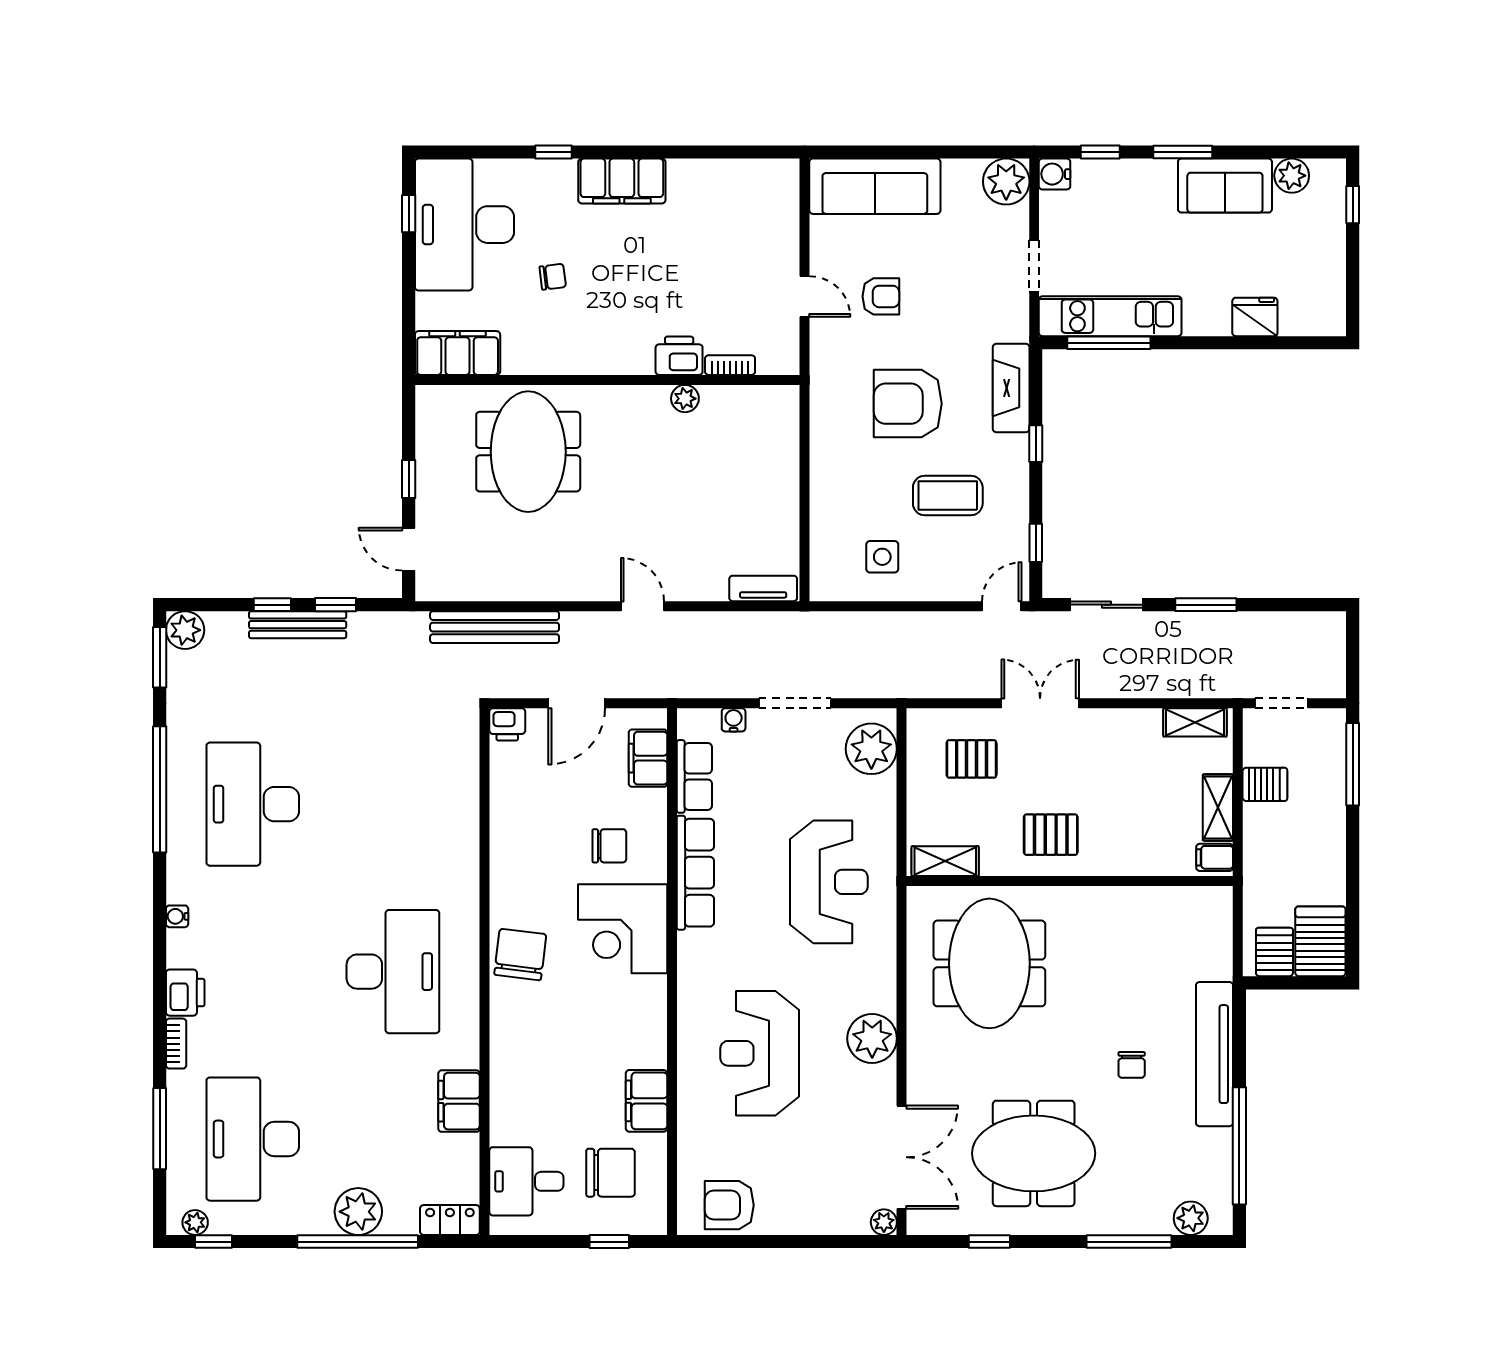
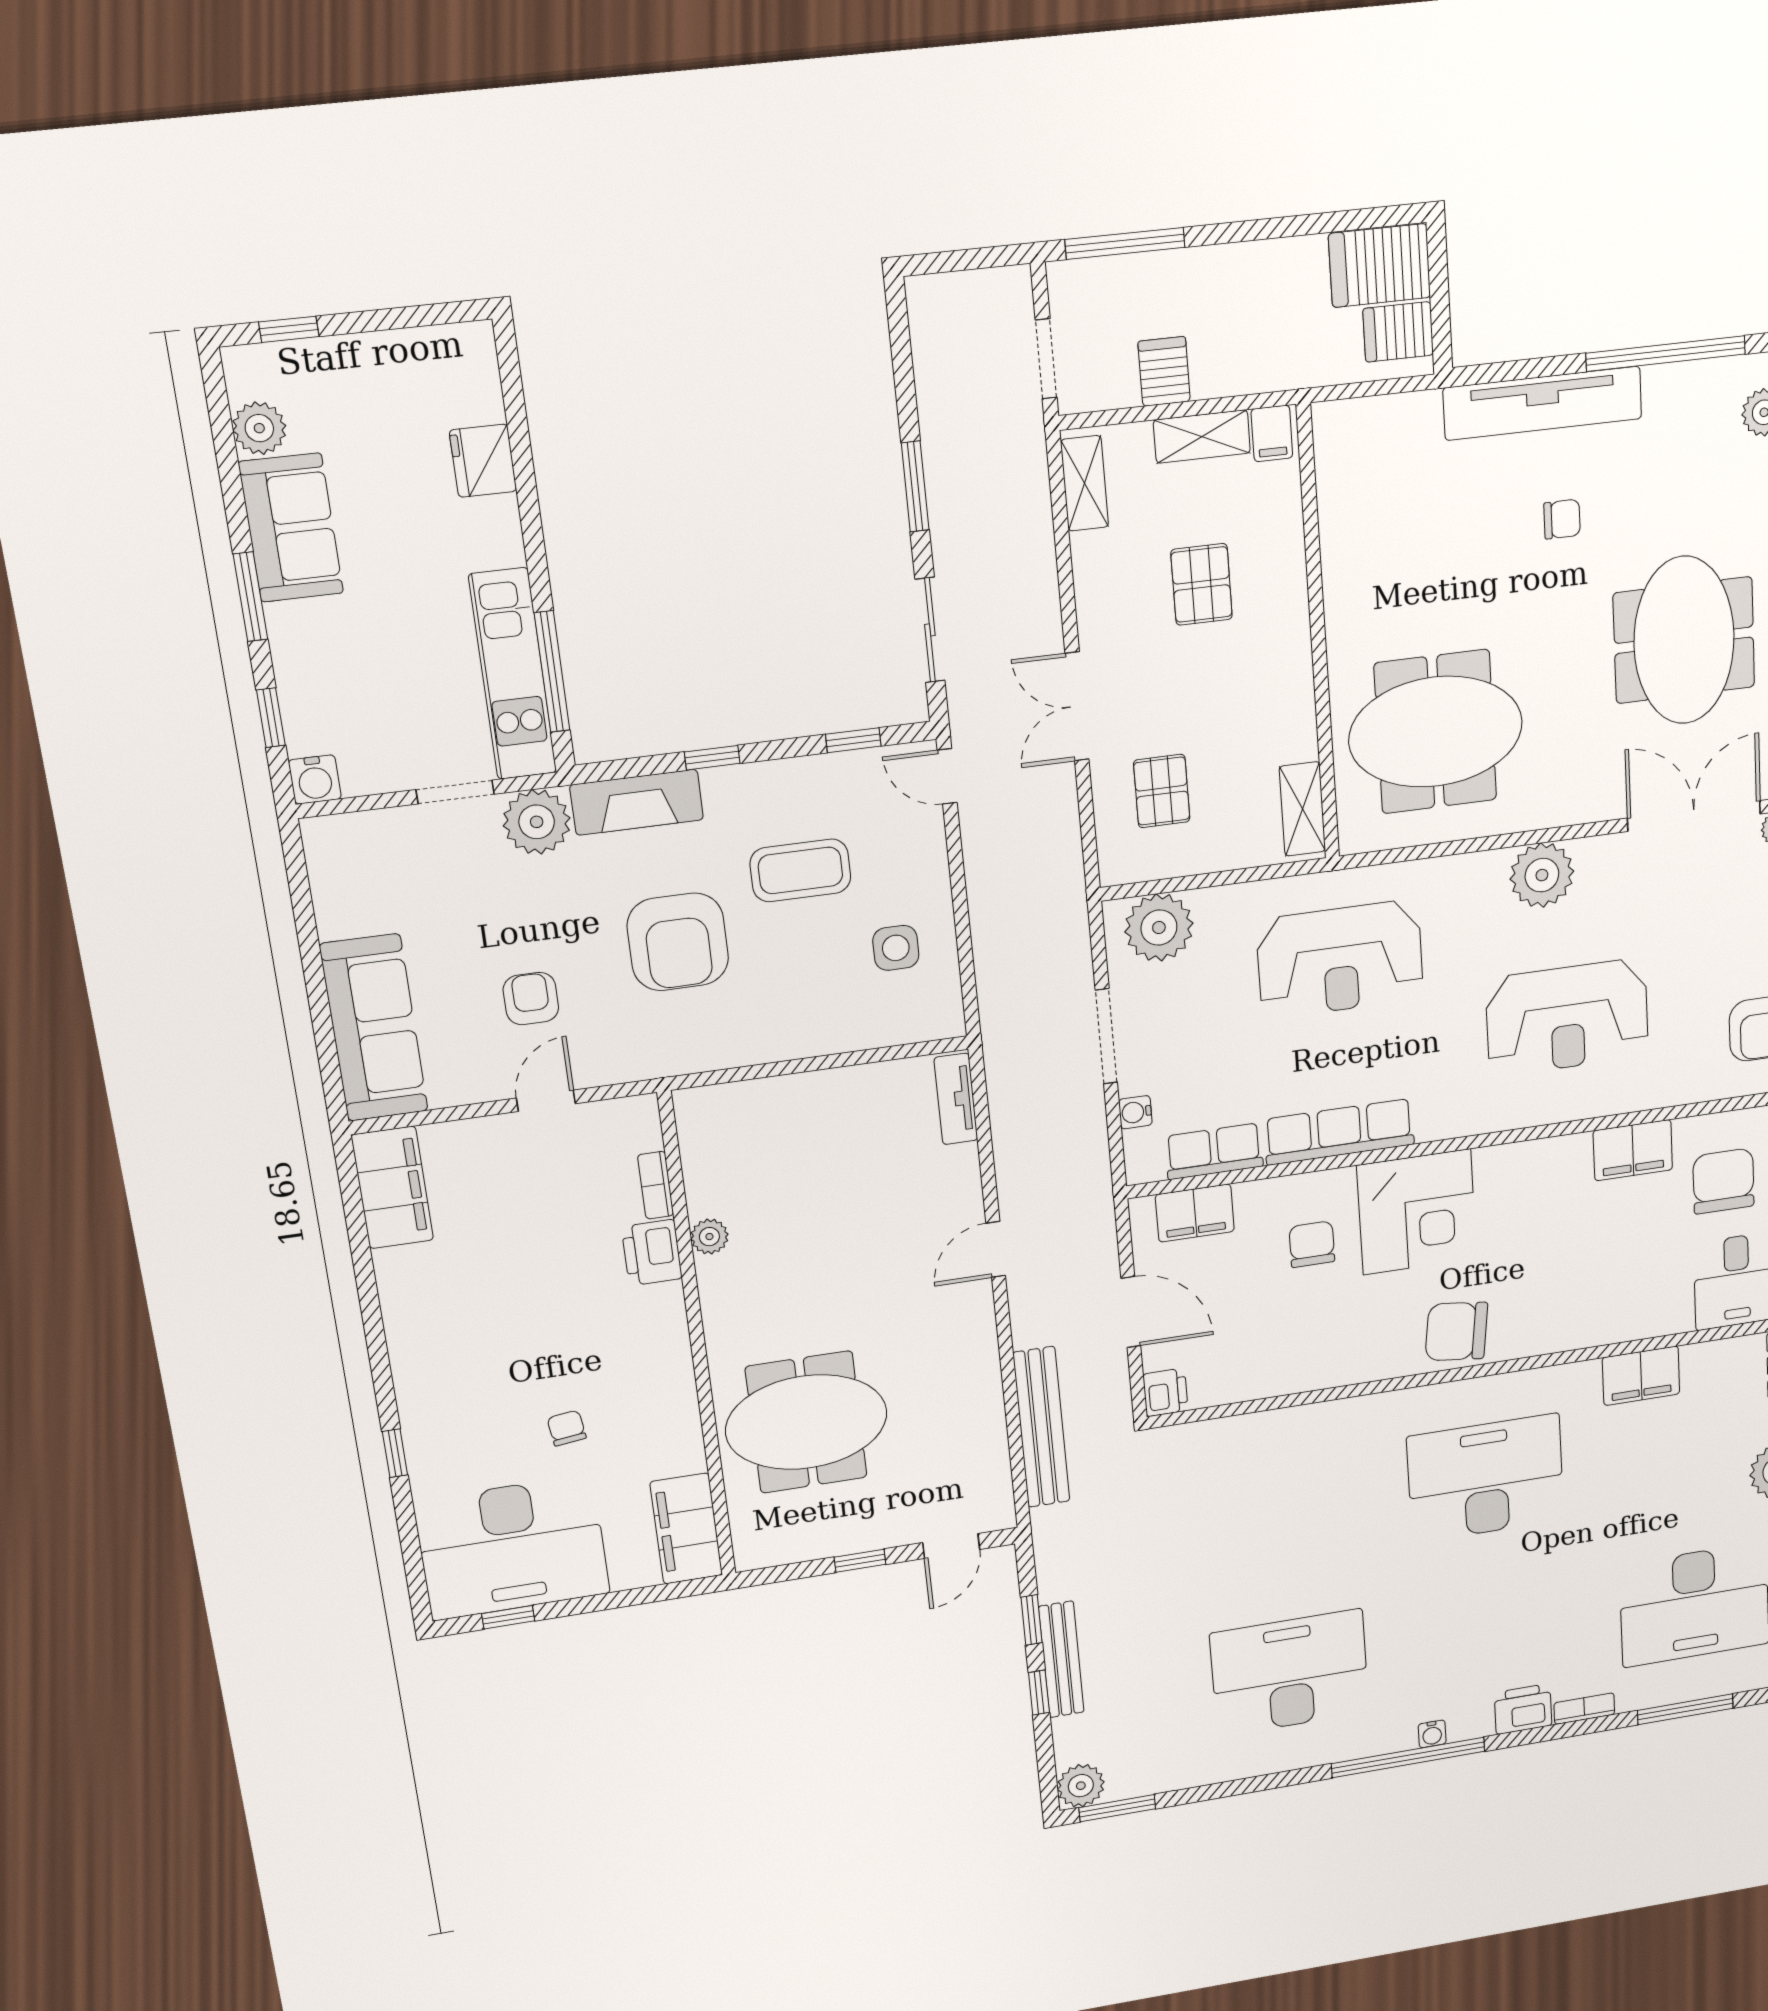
filing cabinet: (622, 181) -> (392, 1188), moved
plant: (1006, 182) -> (537, 822), moved
coffee table: (948, 495) -> (800, 870), turned 90
window: (160, 789) -> (1408, 1757), moved
desk: (253, 804) -> (1290, 1673), turned 180
pallet: (1051, 835) -> (1202, 584), moved
reception desk: (829, 882) -> (1340, 959), turned 180

